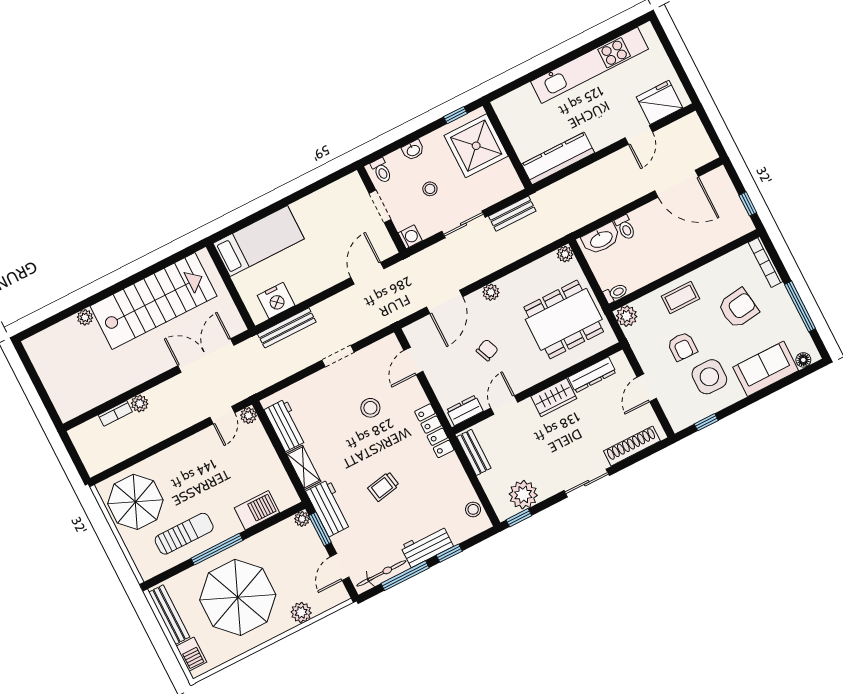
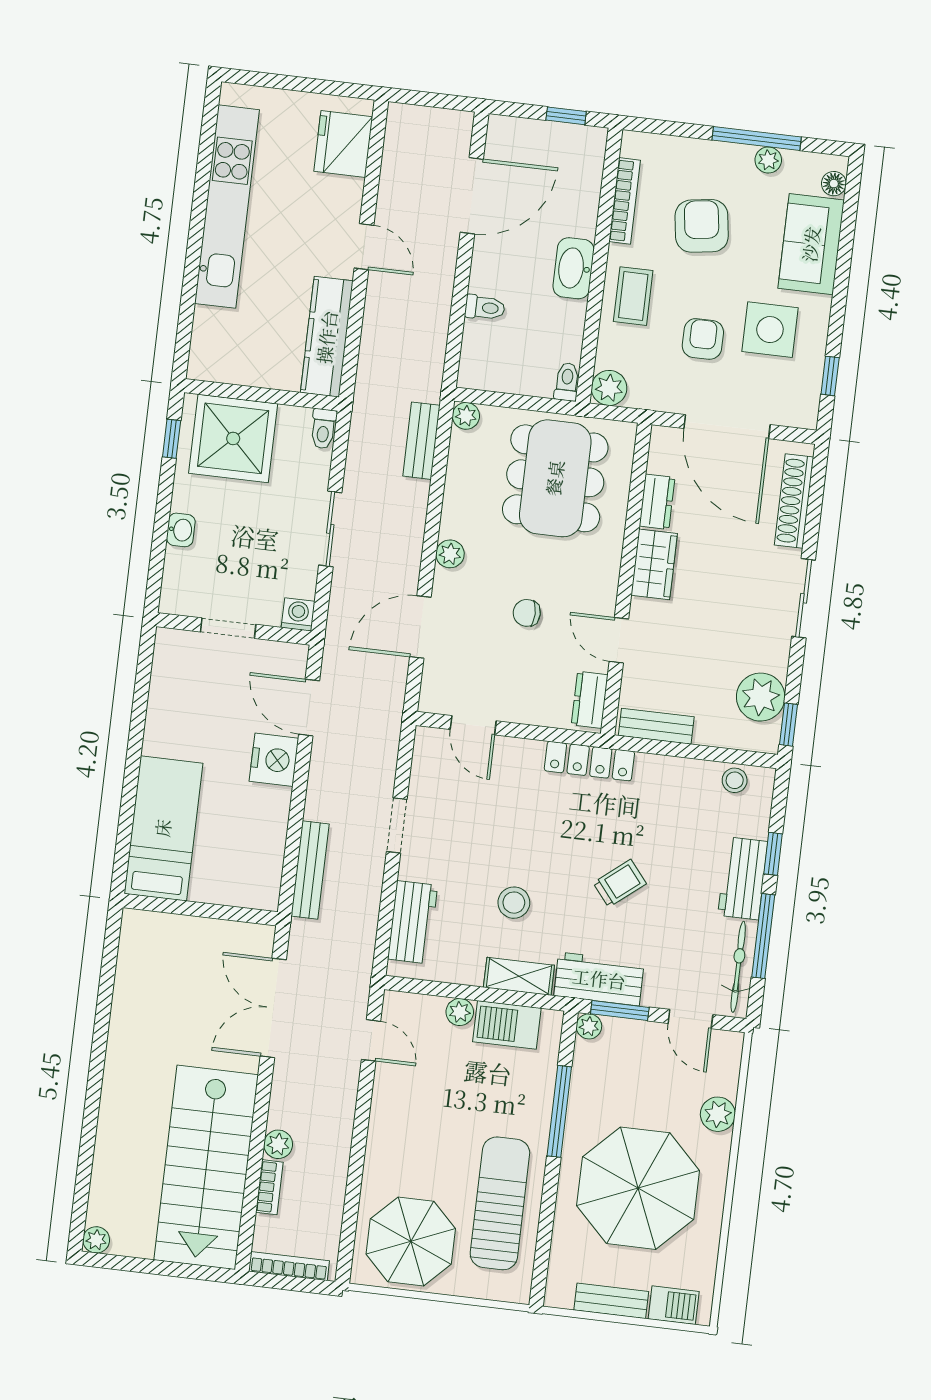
door: (639, 135) -> (364, 247), moved
toilet: (381, 171) -> (323, 429), moved, turned 90
stool: (430, 189) -> (250, 543), removed
bench: (512, 214) -> (421, 441), moved
washbasin: (601, 239) -> (574, 268), moved, turned 180
bookcase: (766, 262) -> (625, 201), moved, turned -90
nightstand: (276, 300) -> (274, 760), moved
stairs: (154, 301) -> (206, 1167), moved, turned 180
door: (445, 302) -> (420, 627), swing flipped
plant: (85, 317) -> (96, 1240), moved
plant: (793, 319) -> (768, 160), added
armchair: (682, 346) -> (703, 339), turned -91
chair: (487, 350) -> (527, 613), turned -68
dresser: (592, 375) -> (657, 502), width x0.70
door: (647, 388) -> (727, 427), width x1.88
stool: (370, 408) -> (514, 903), moved
plant: (249, 415) -> (460, 1012), moved
workbench: (286, 425) -> (413, 922), moved, turned 90
bookcase: (83, 449) -> (289, 1266), added
trolley: (383, 487) -> (620, 883), turned -118
barbecue: (257, 510) -> (507, 1025), moved, turned -90
sun lounger: (184, 534) -> (500, 1203), width x1.36, depth x1.34
window: (217, 549) -> (559, 1111), moved
bench: (169, 615) -> (611, 1301), width x0.73

